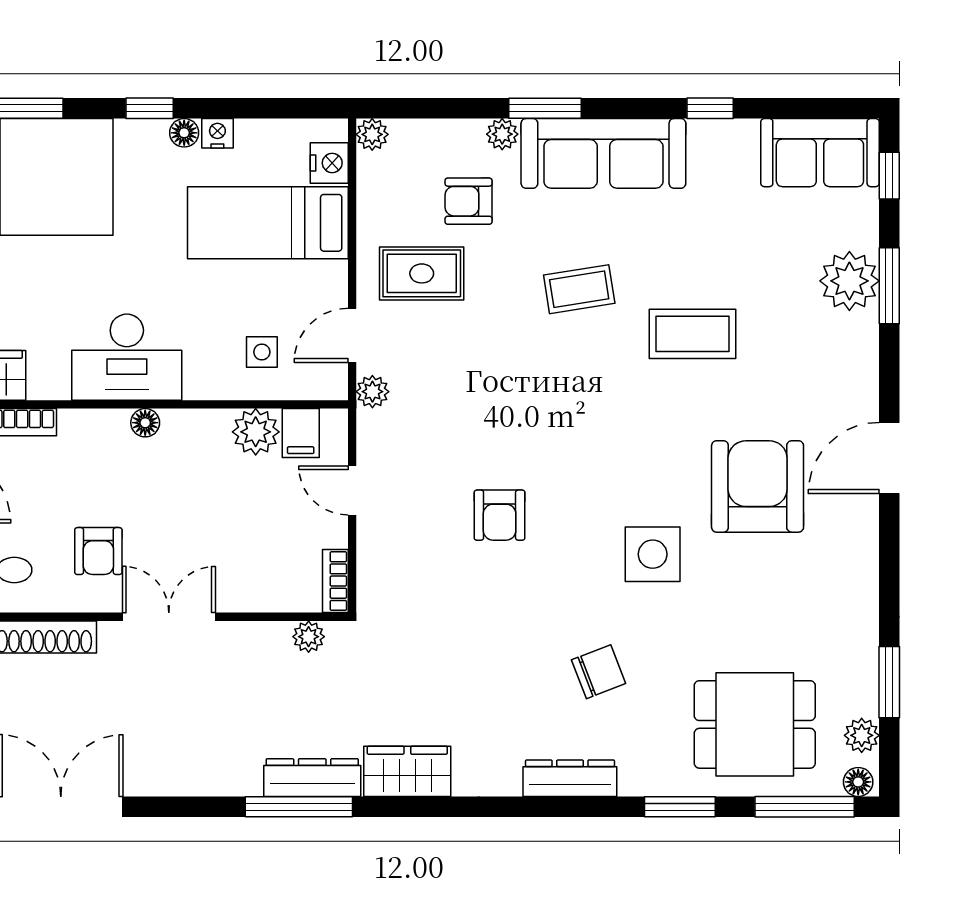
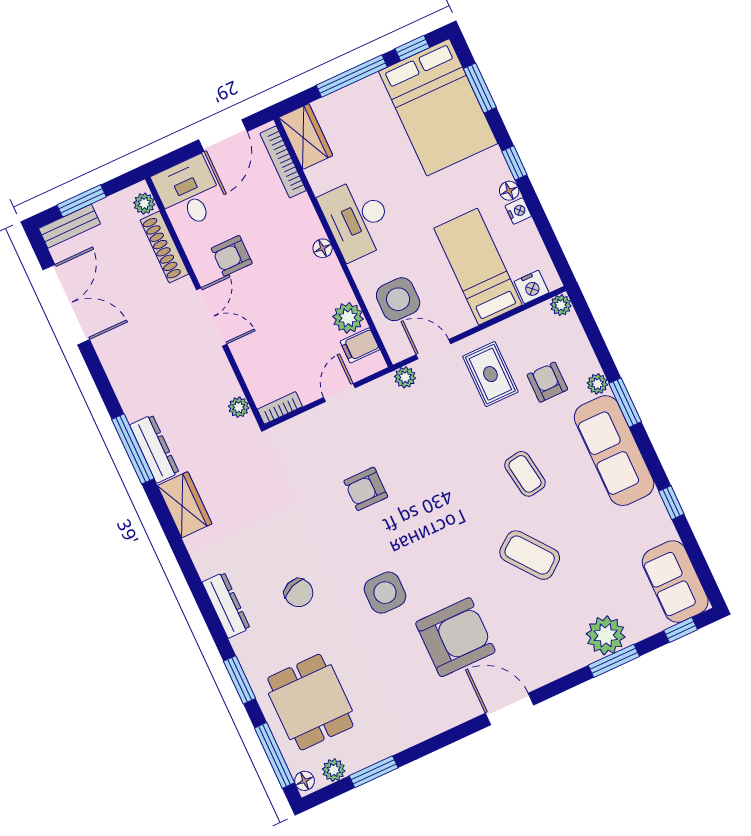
coffee table: (693, 334) -> (530, 555), turned -38
side table: (262, 352) -> (398, 299), width x1.87, depth x1.87

